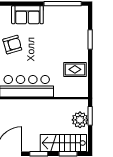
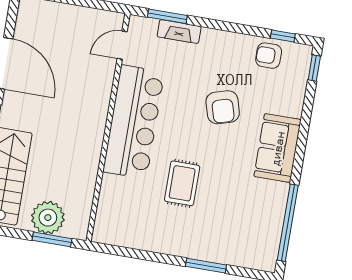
rug: (75, 69) -> (182, 183), moved

